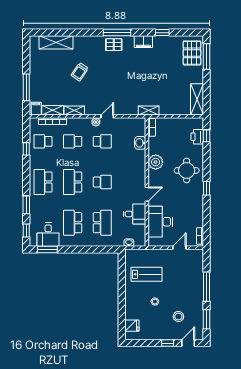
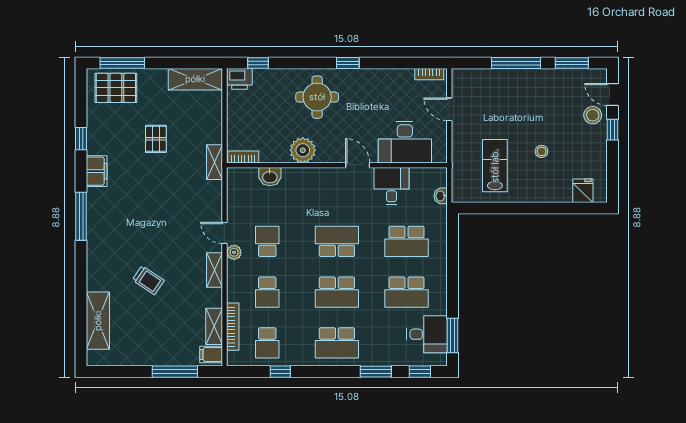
pallet: (114, 45) -> (156, 139), moved
shelving: (74, 111) -> (215, 270), moved
printer: (197, 137) -> (239, 79), moved
school desk: (102, 182) -> (337, 241), width x1.85
school desk: (102, 223) -> (406, 241), turned 180
stool: (178, 317) -> (593, 115), moved

